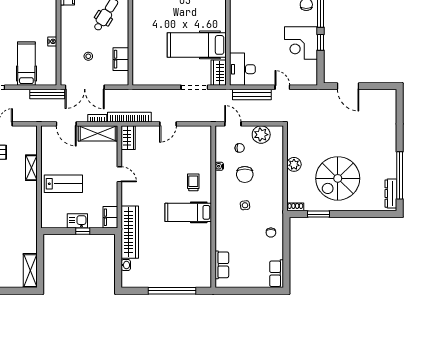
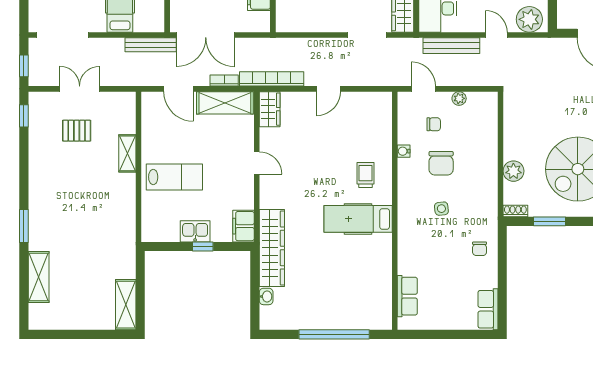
plant: (305, 77) -> (529, 19), added
plant: (261, 135) -> (459, 98), width x0.53, depth x0.53
plant: (294, 164) -> (513, 171), moved

